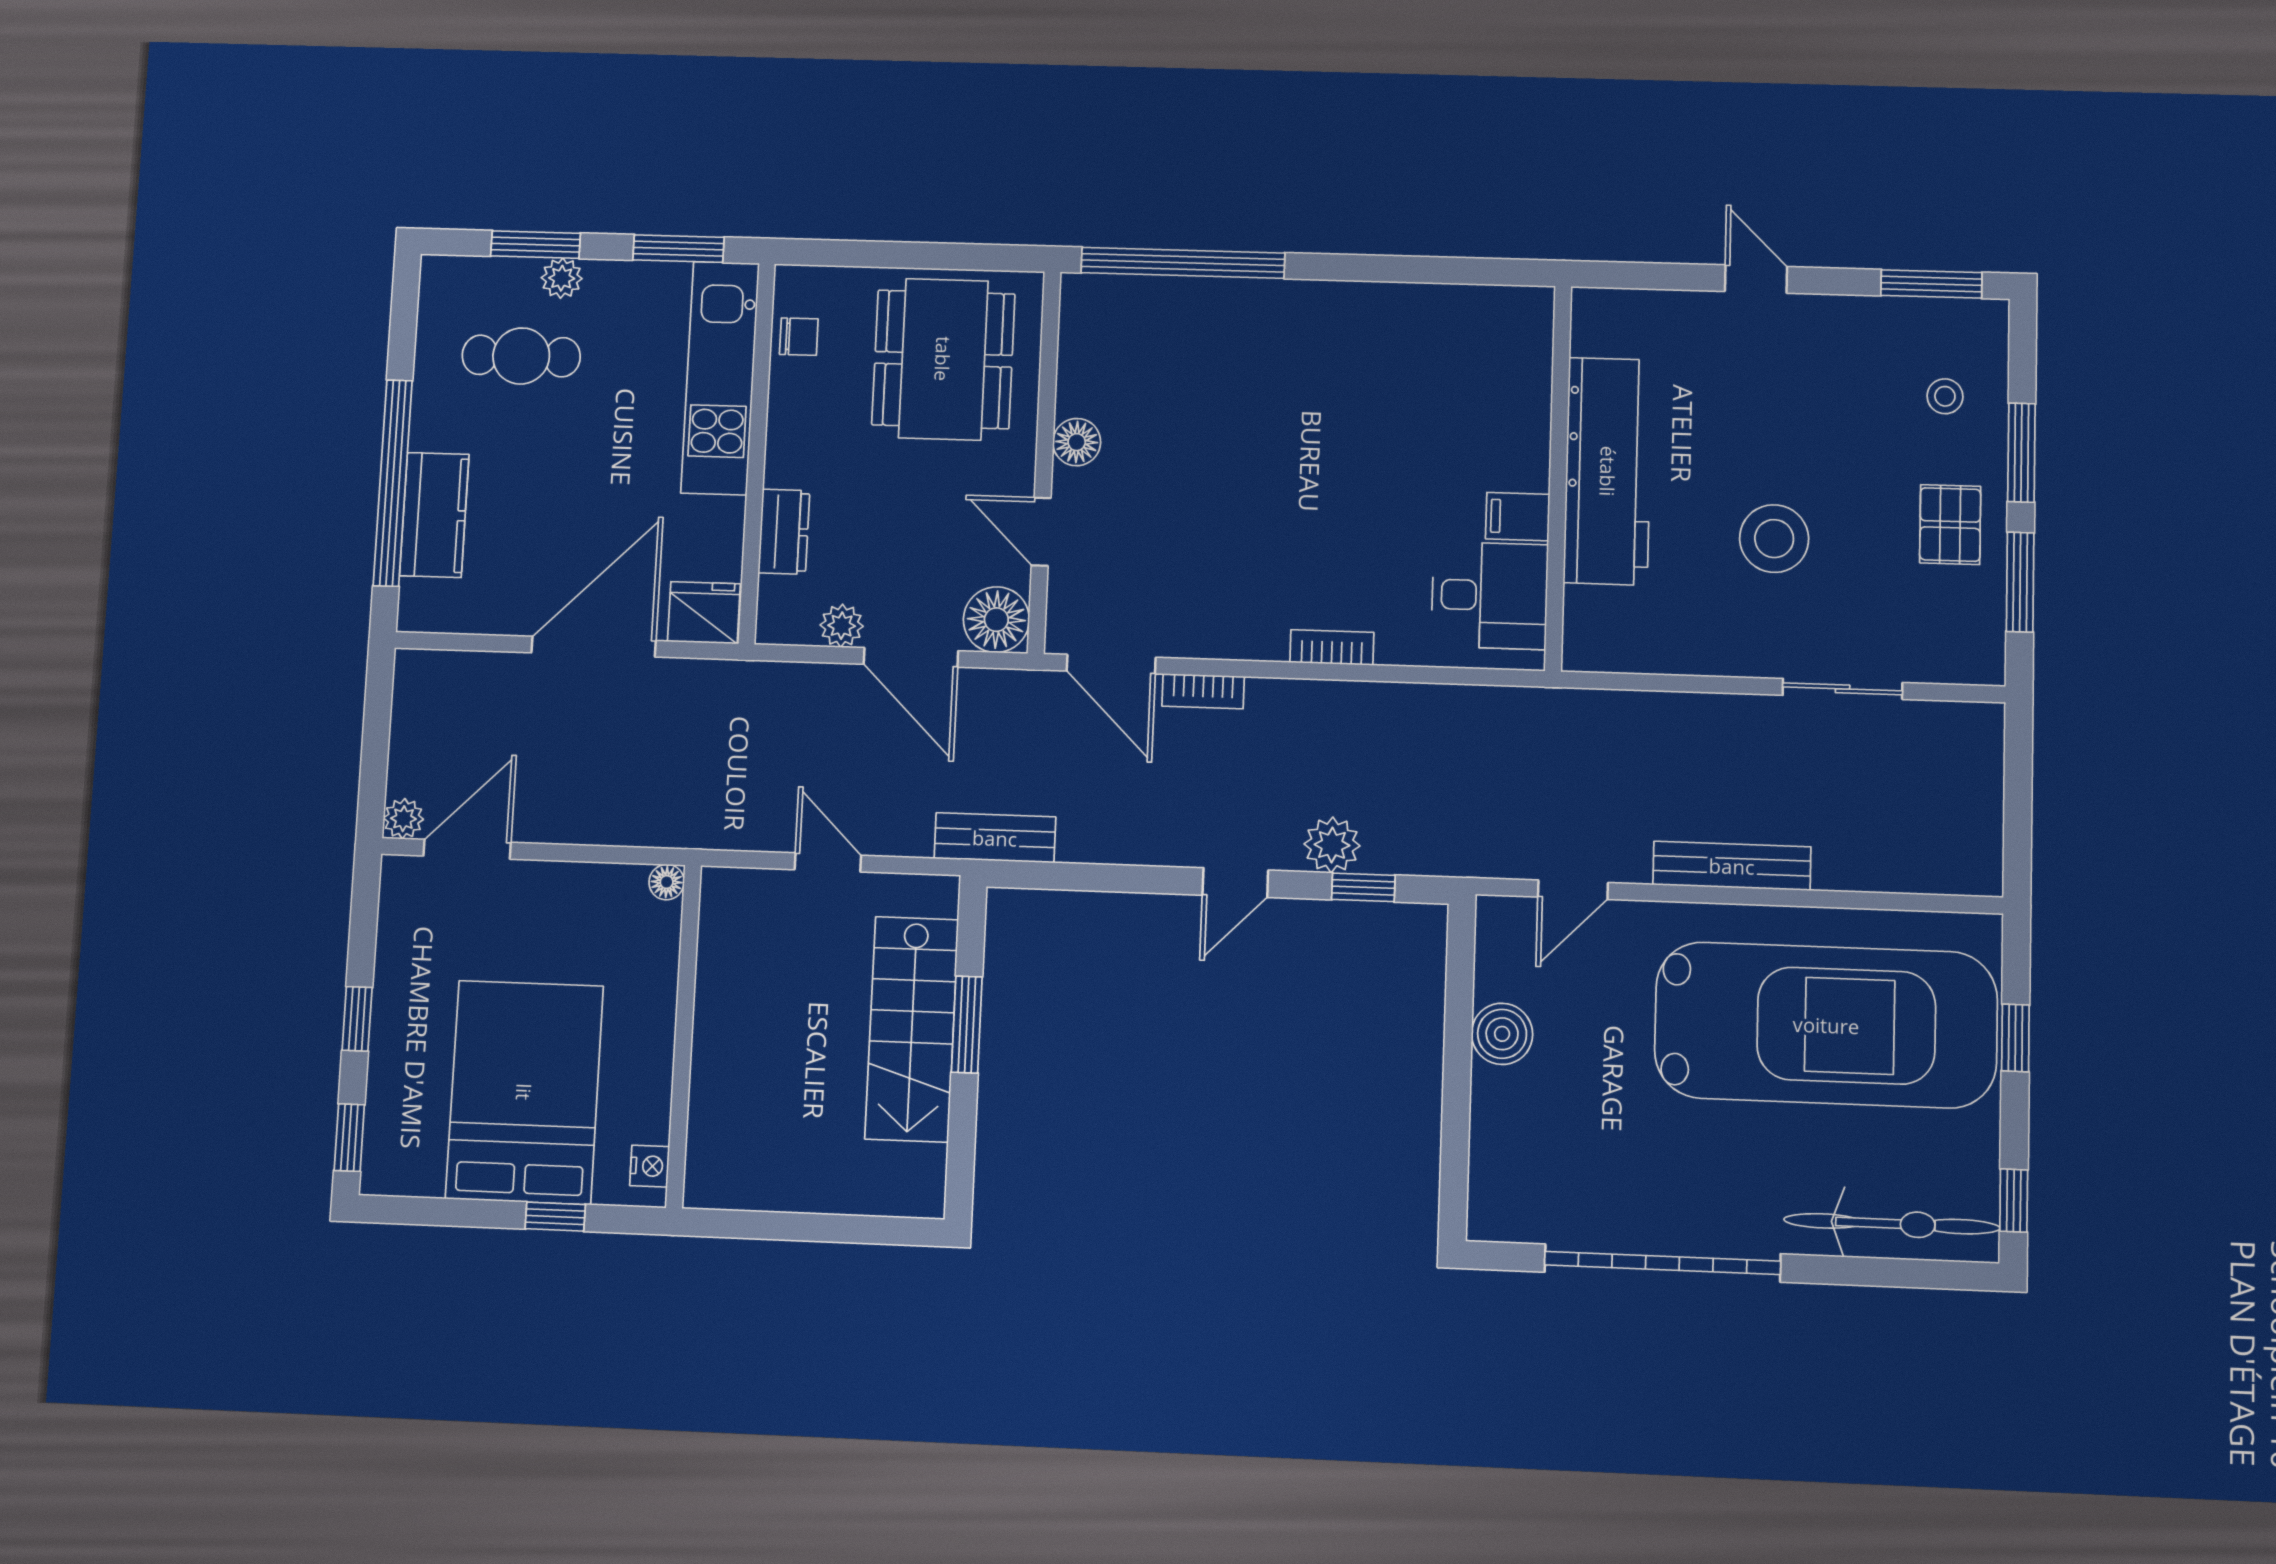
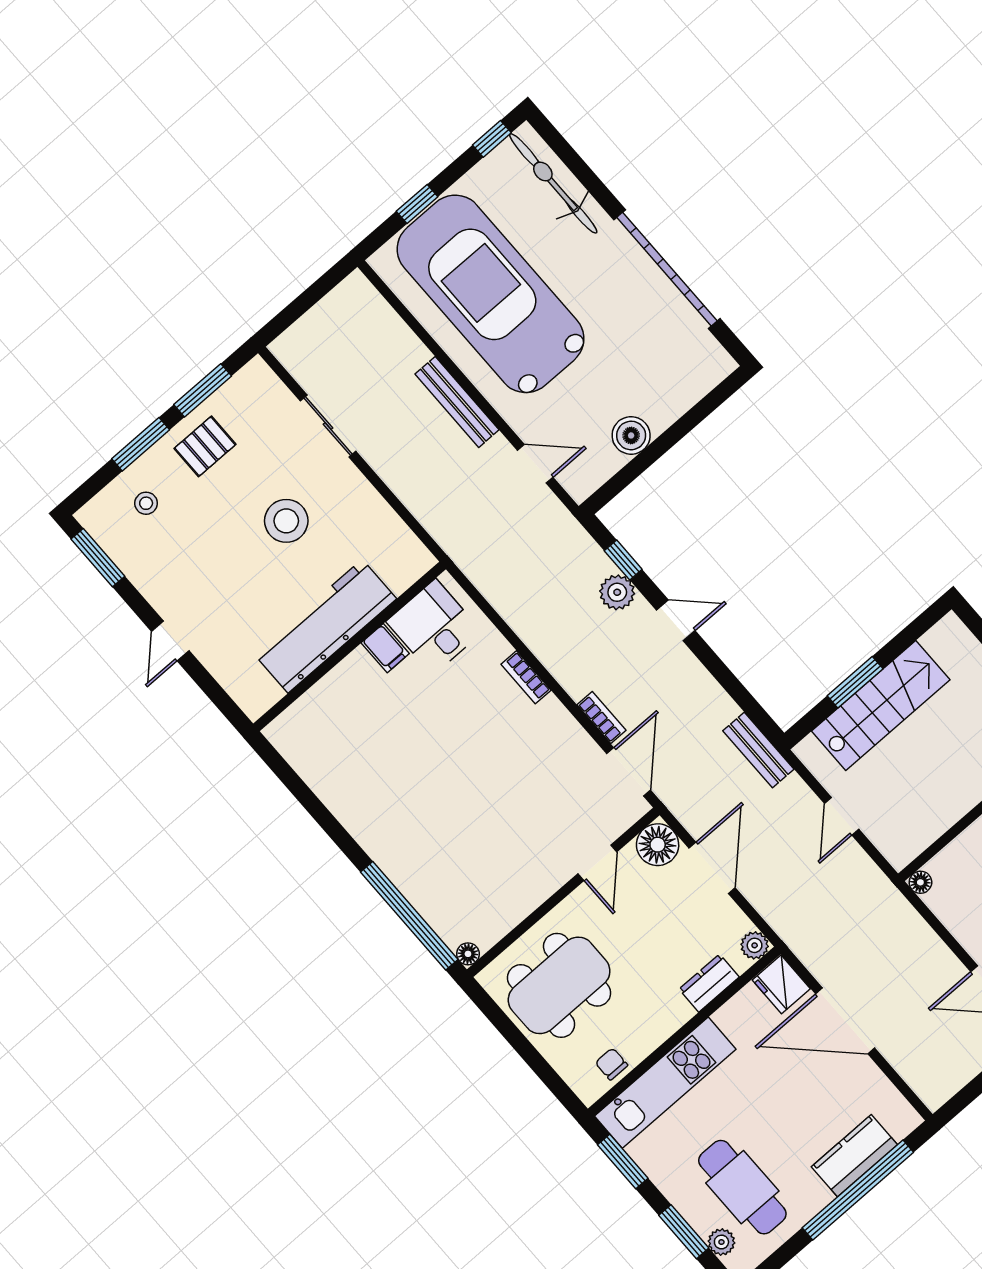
plant: (562, 278) -> (721, 1242), moved
cafe table: (521, 356) -> (742, 1187), width x1.37, depth x1.35
floor lamp: (1077, 442) -> (468, 954), moved, width x0.73, depth x0.73
plant: (842, 626) -> (755, 945), moved

